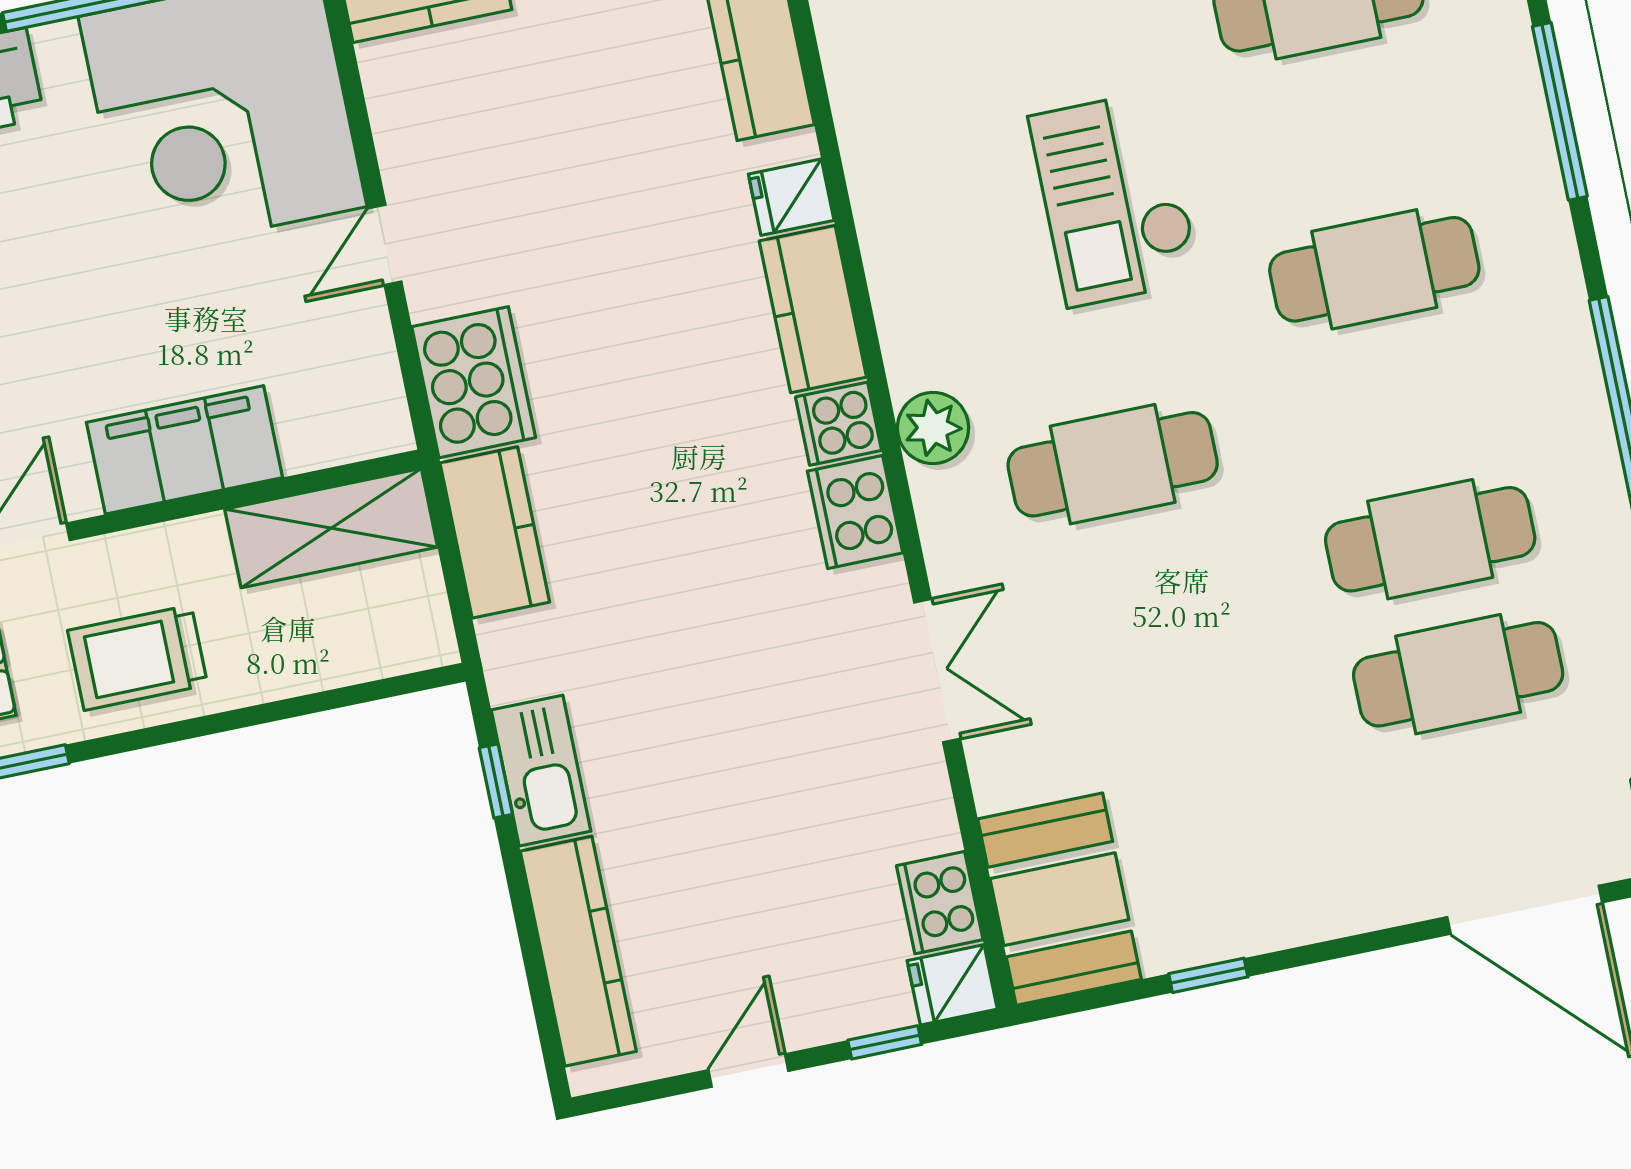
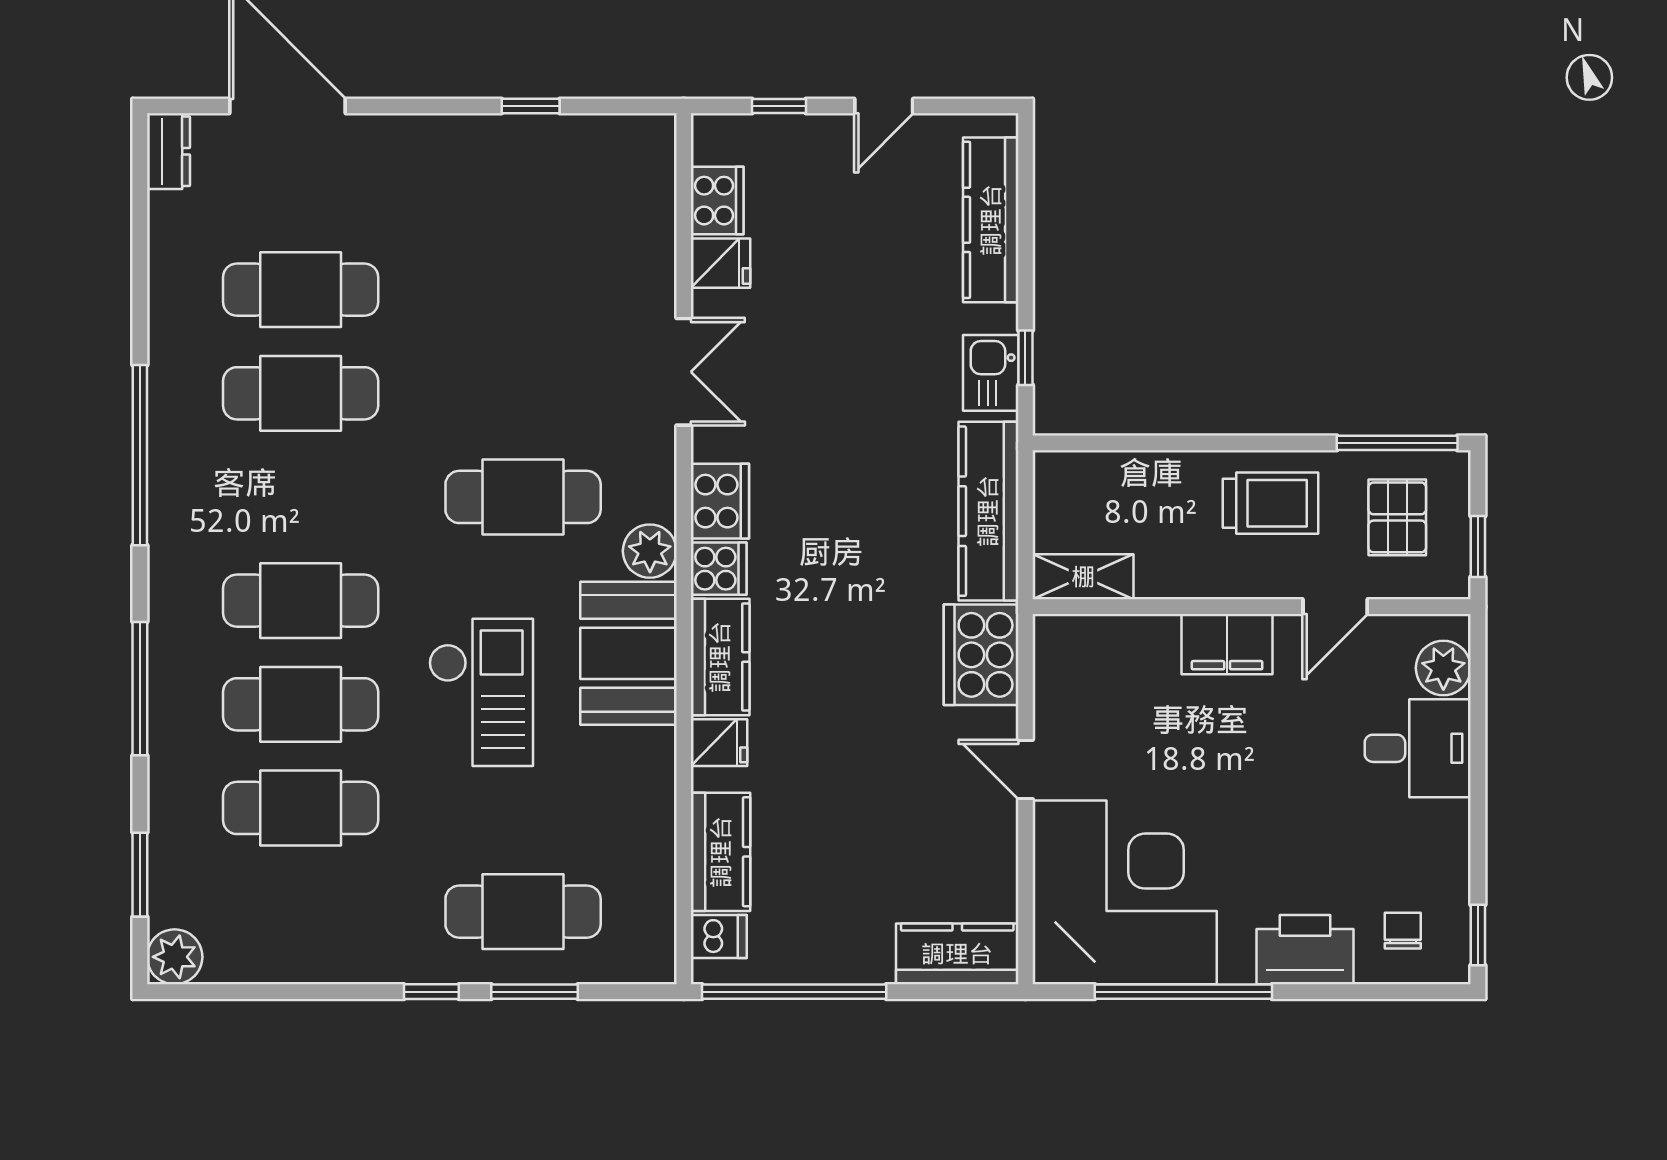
cafe table: (1346, 134) -> (301, 704), added
door: (385, 245) -> (1025, 769), swing flipped
filing cabinet: (184, 450) -> (1227, 644), width x0.67, depth x0.86
shelving: (331, 528) -> (1083, 577), width x0.67, depth x0.75
kitchen counter: (495, 532) -> (988, 511), width x1.50
double door: (937, 671) -> (684, 372), swing flipped
kitchen sink: (541, 771) -> (991, 373), width x0.73
booth: (1059, 899) -> (629, 653), moved
fridge: (952, 985) -> (721, 263), moved

